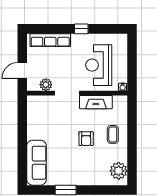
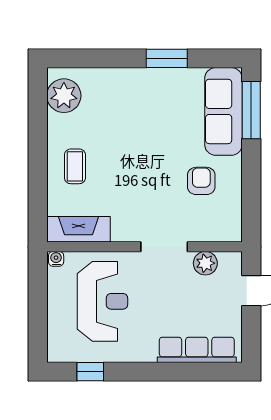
window: (81, 29) -> (90, 372), moved
fireplace: (96, 102) -> (78, 229), moved
armchair: (86, 139) -> (201, 181), moved
window: (22, 163) -> (251, 110), added

